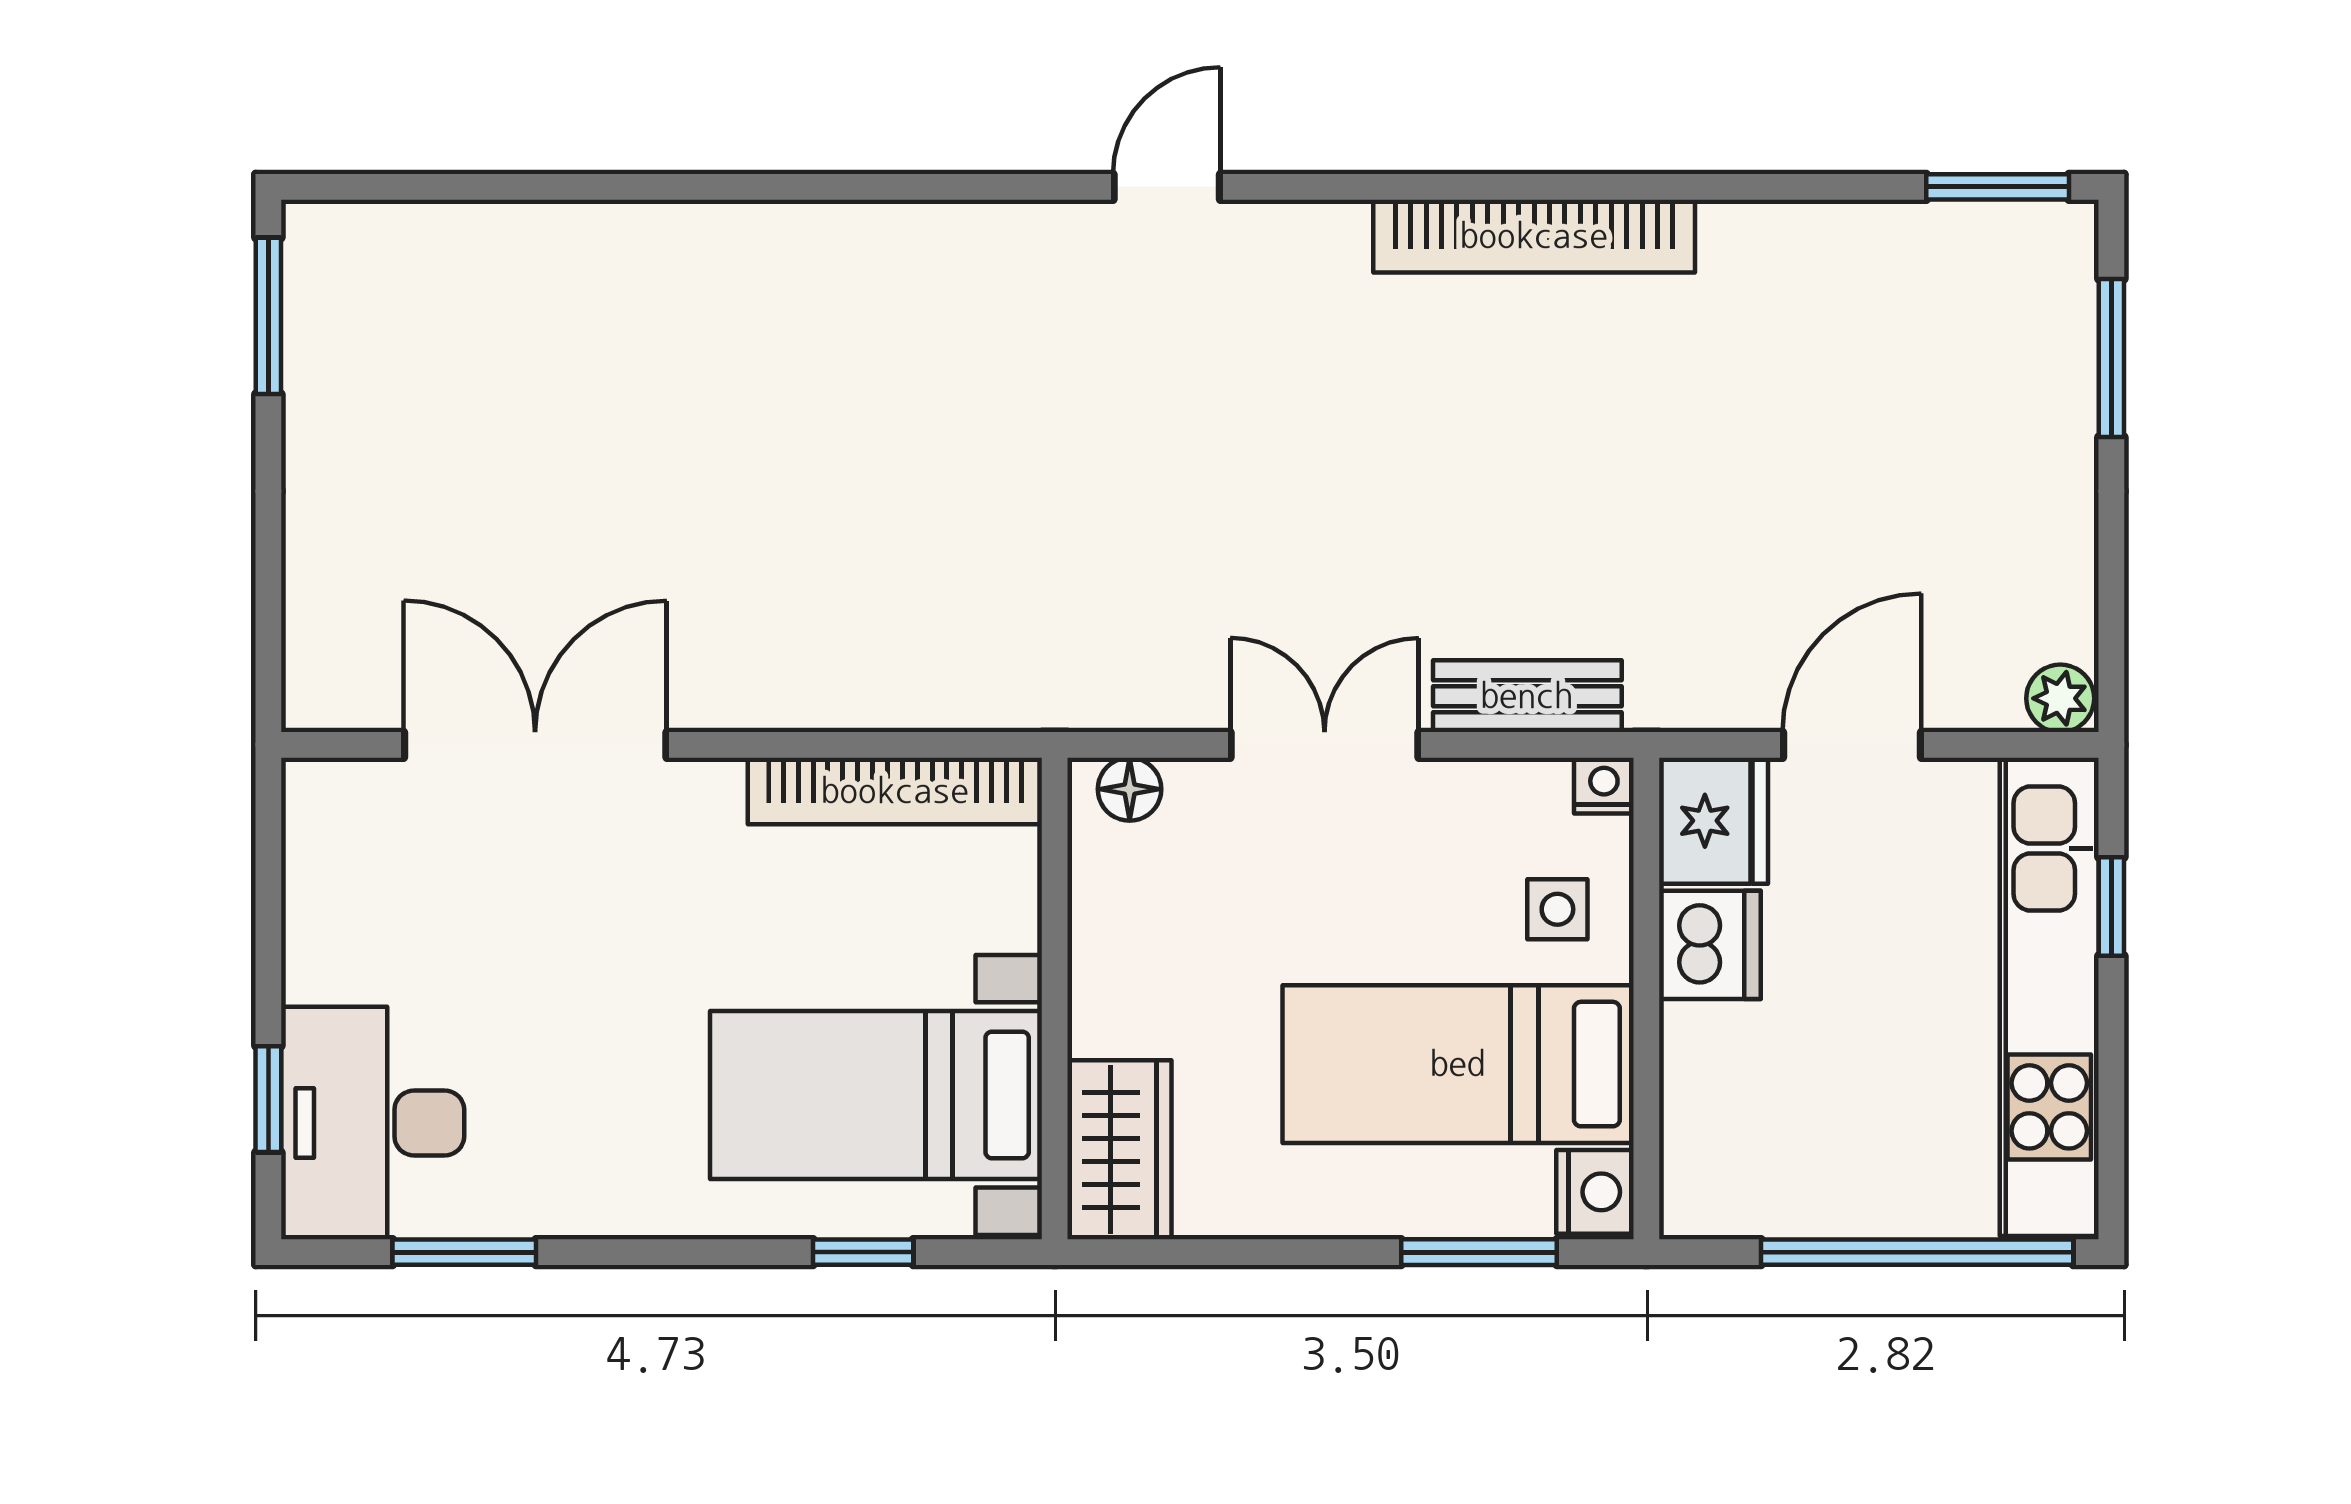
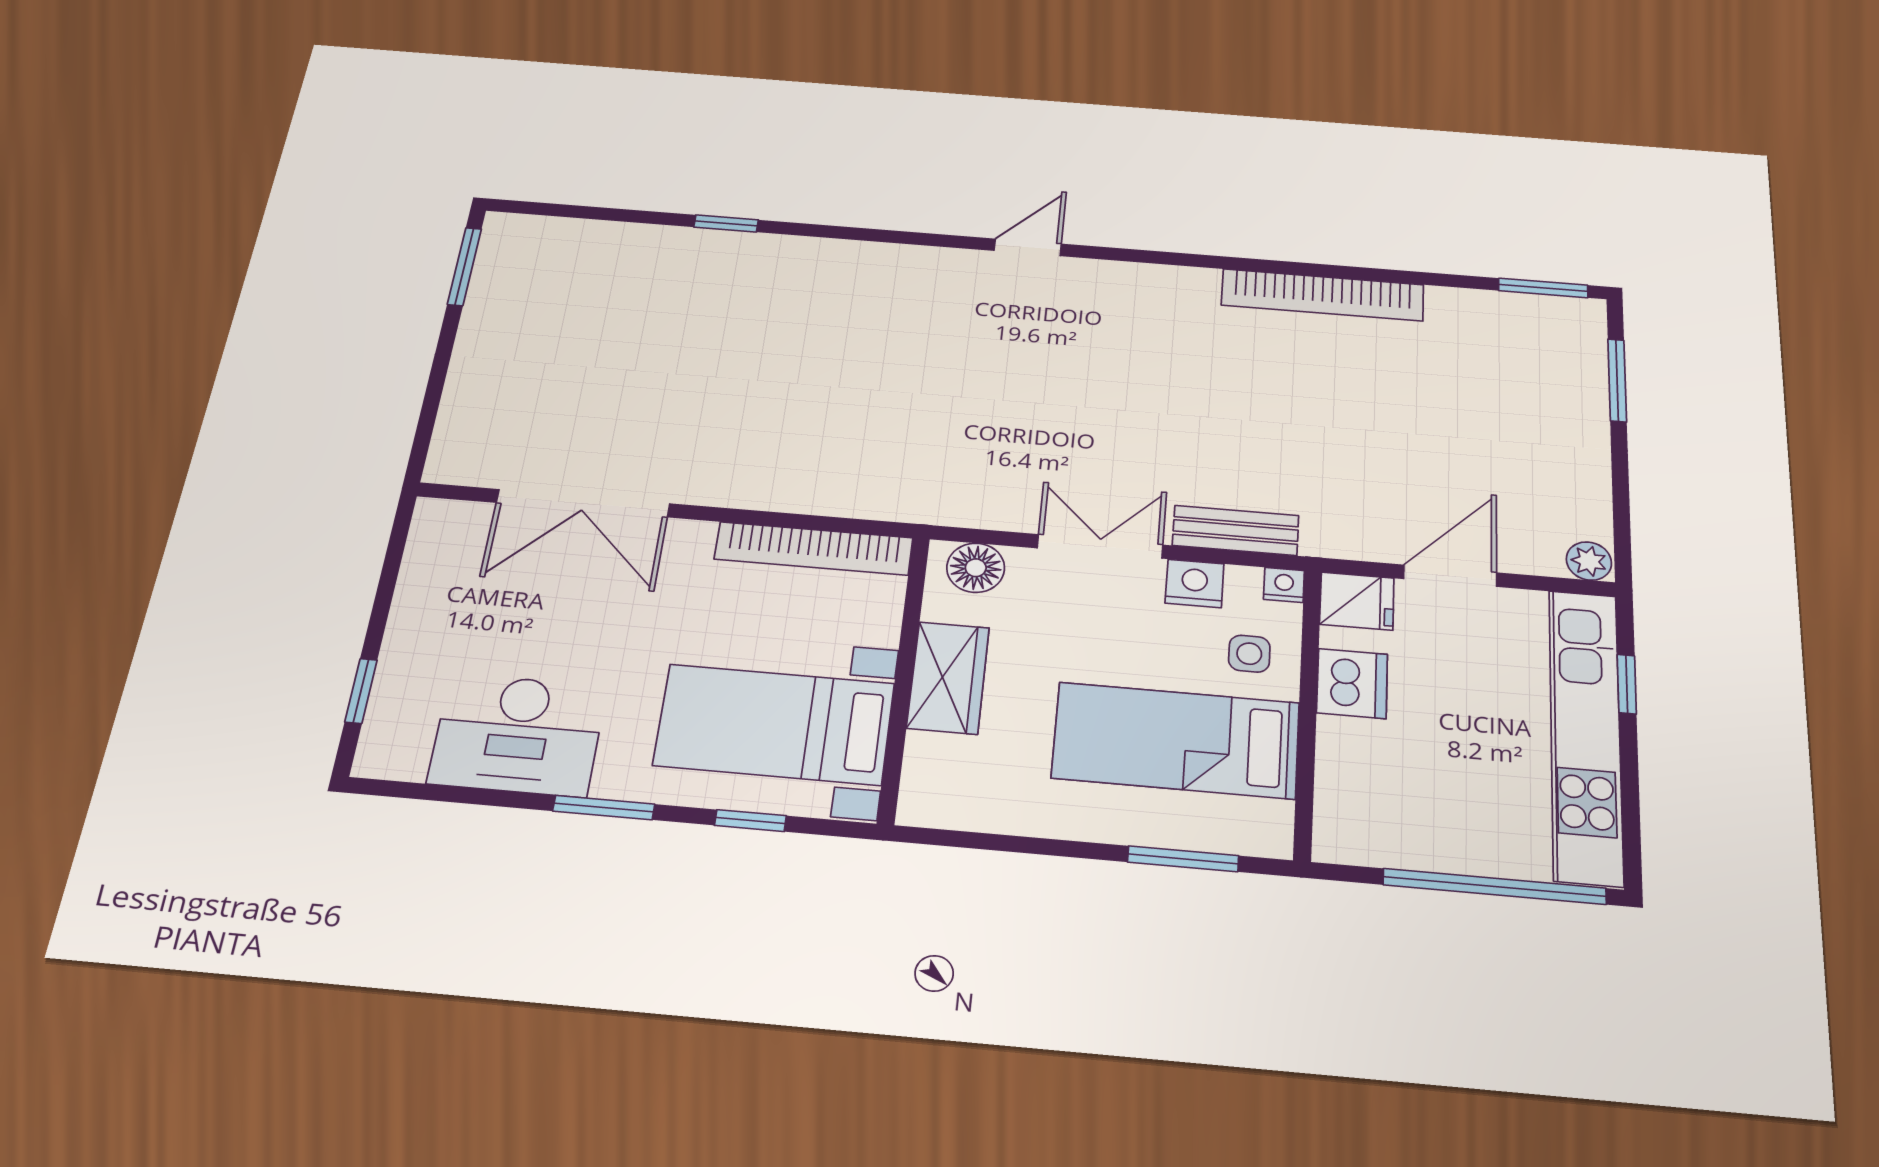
window: (674, 187) -> (726, 223), added
bookcase: (1534, 236) -> (1323, 295), moved
double door: (535, 745) -> (583, 503), swing flipped
floor lamp: (1130, 789) -> (976, 568), width x1.37, depth x1.37
fridge: (1713, 821) -> (1357, 601), width x0.72
desk: (373, 1123) -> (518, 735), moved, turned -90
wardrobe: (1119, 1150) -> (948, 678), moved
nightstand: (1595, 1192) -> (1195, 583), moved, turned -90
window: (464, 1252) -> (604, 808), moved

